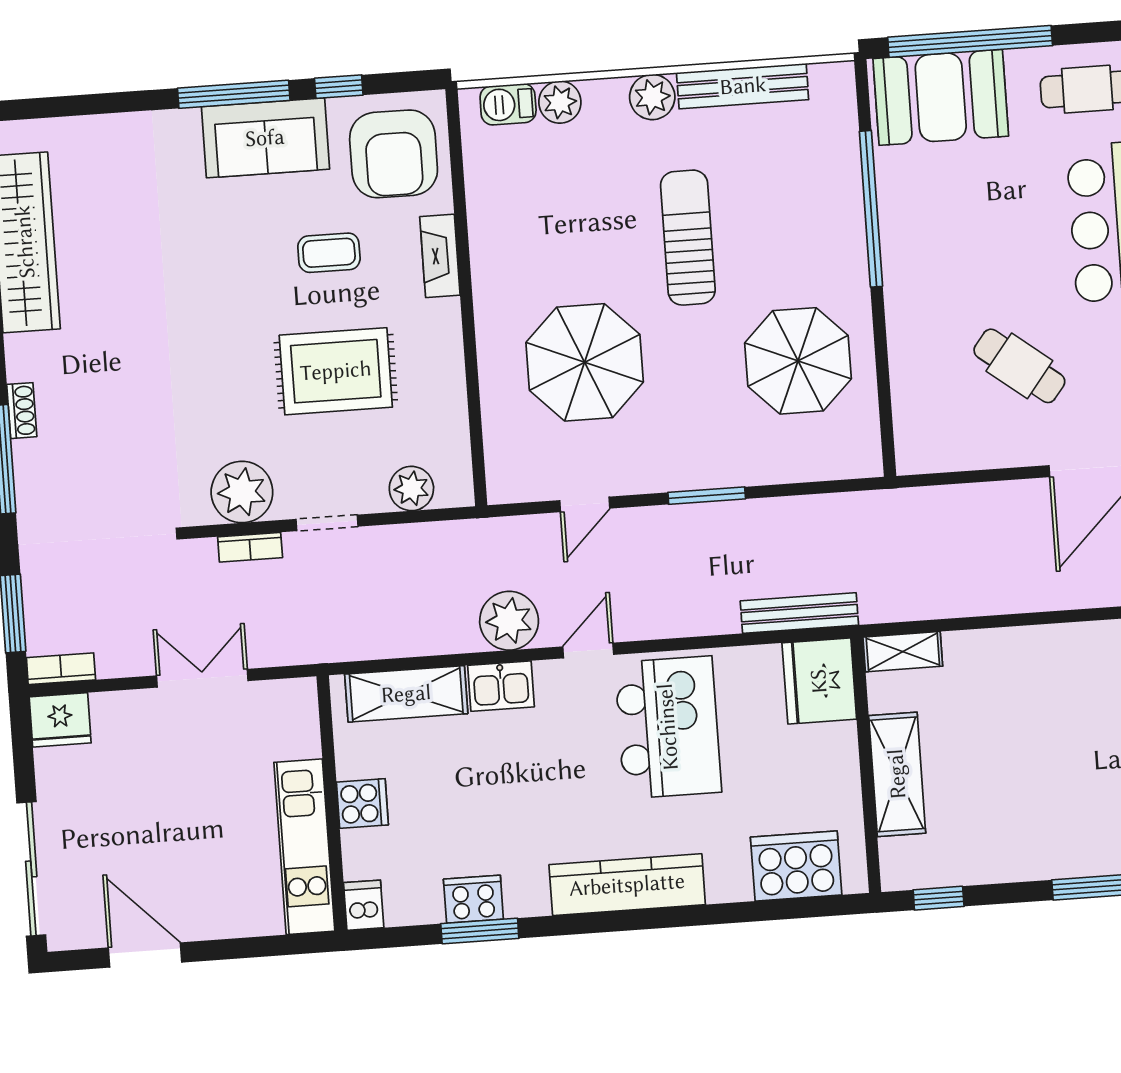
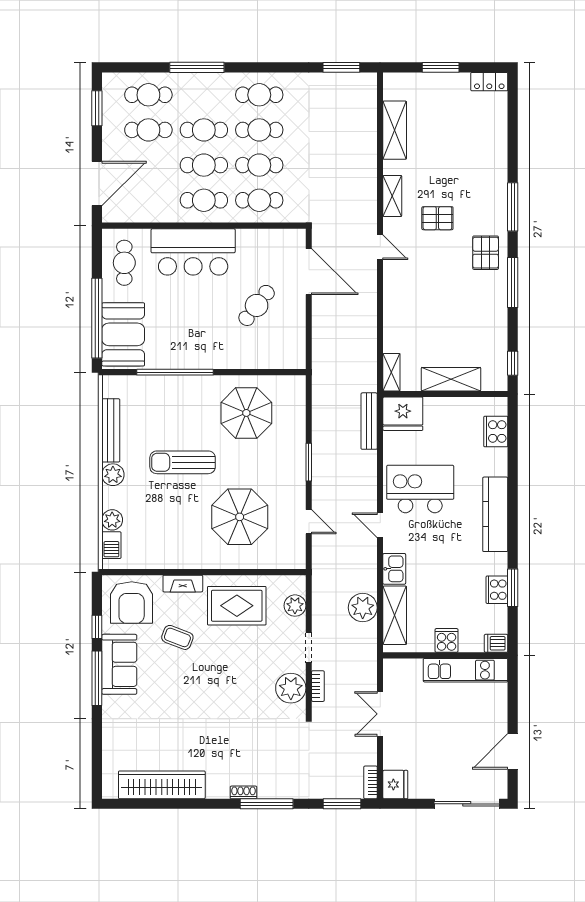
armchair: (394, 154) -> (132, 603), turned 90
coffee table: (329, 253) -> (177, 637), turned -69
rug: (336, 371) -> (237, 606), moved, turned 90
plant: (509, 621) -> (363, 608), moved
cooker: (796, 866) -> (496, 432), width x0.73, depth x0.76

